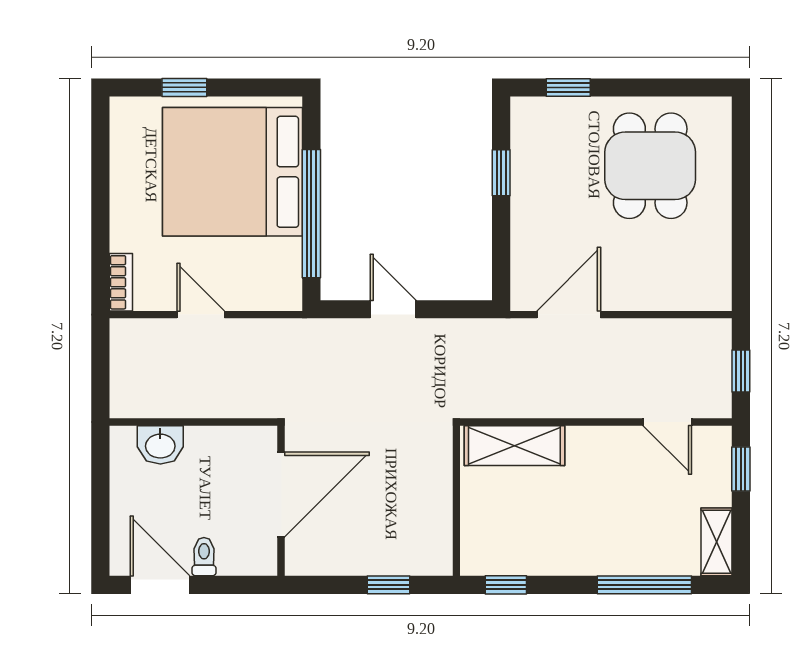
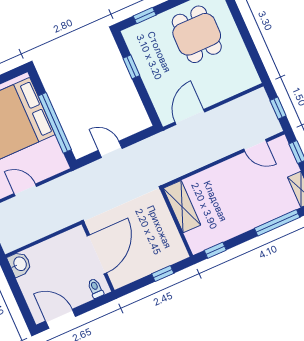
washbasin: (160, 445) -> (20, 264), moved, turned -90
shelving: (514, 446) -> (182, 207), moved, turned 90
toilet: (204, 557) -> (95, 288), moved

